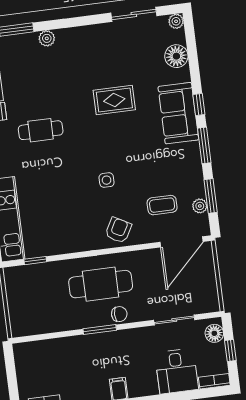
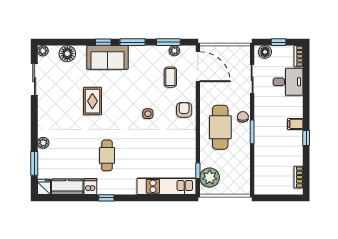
armchair: (118, 230) -> (184, 110), turned 61
plant: (28, 278) -> (210, 177), added

